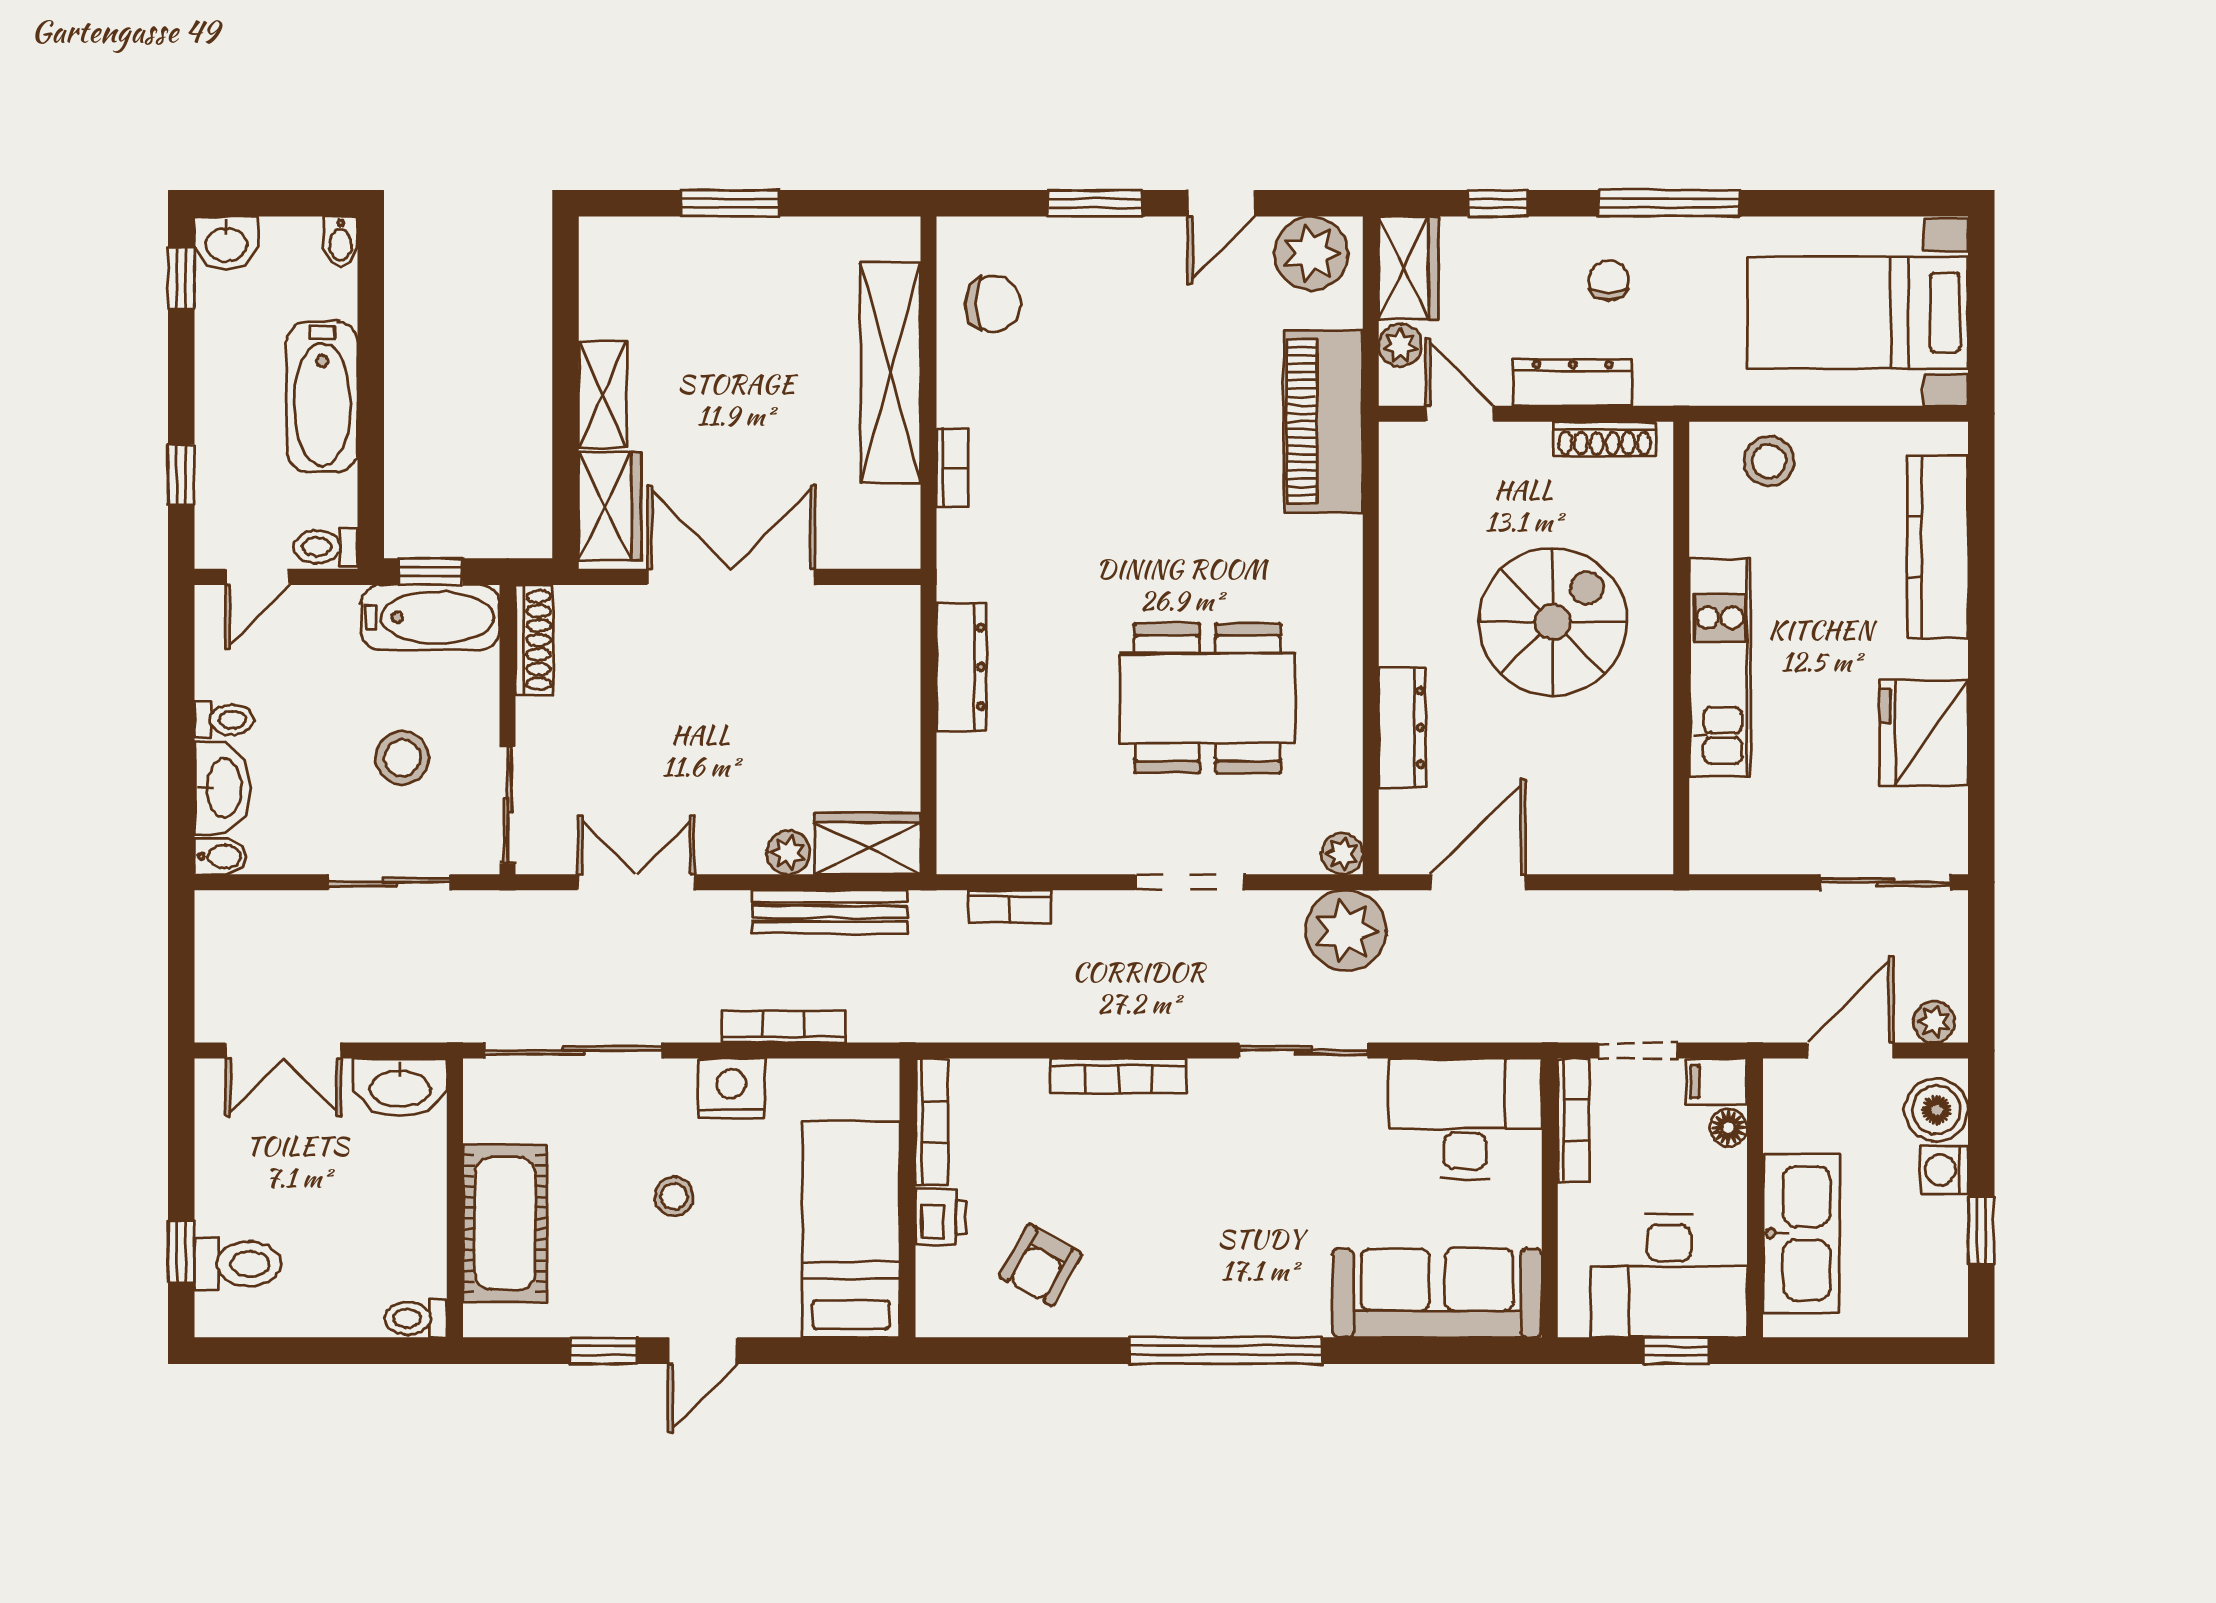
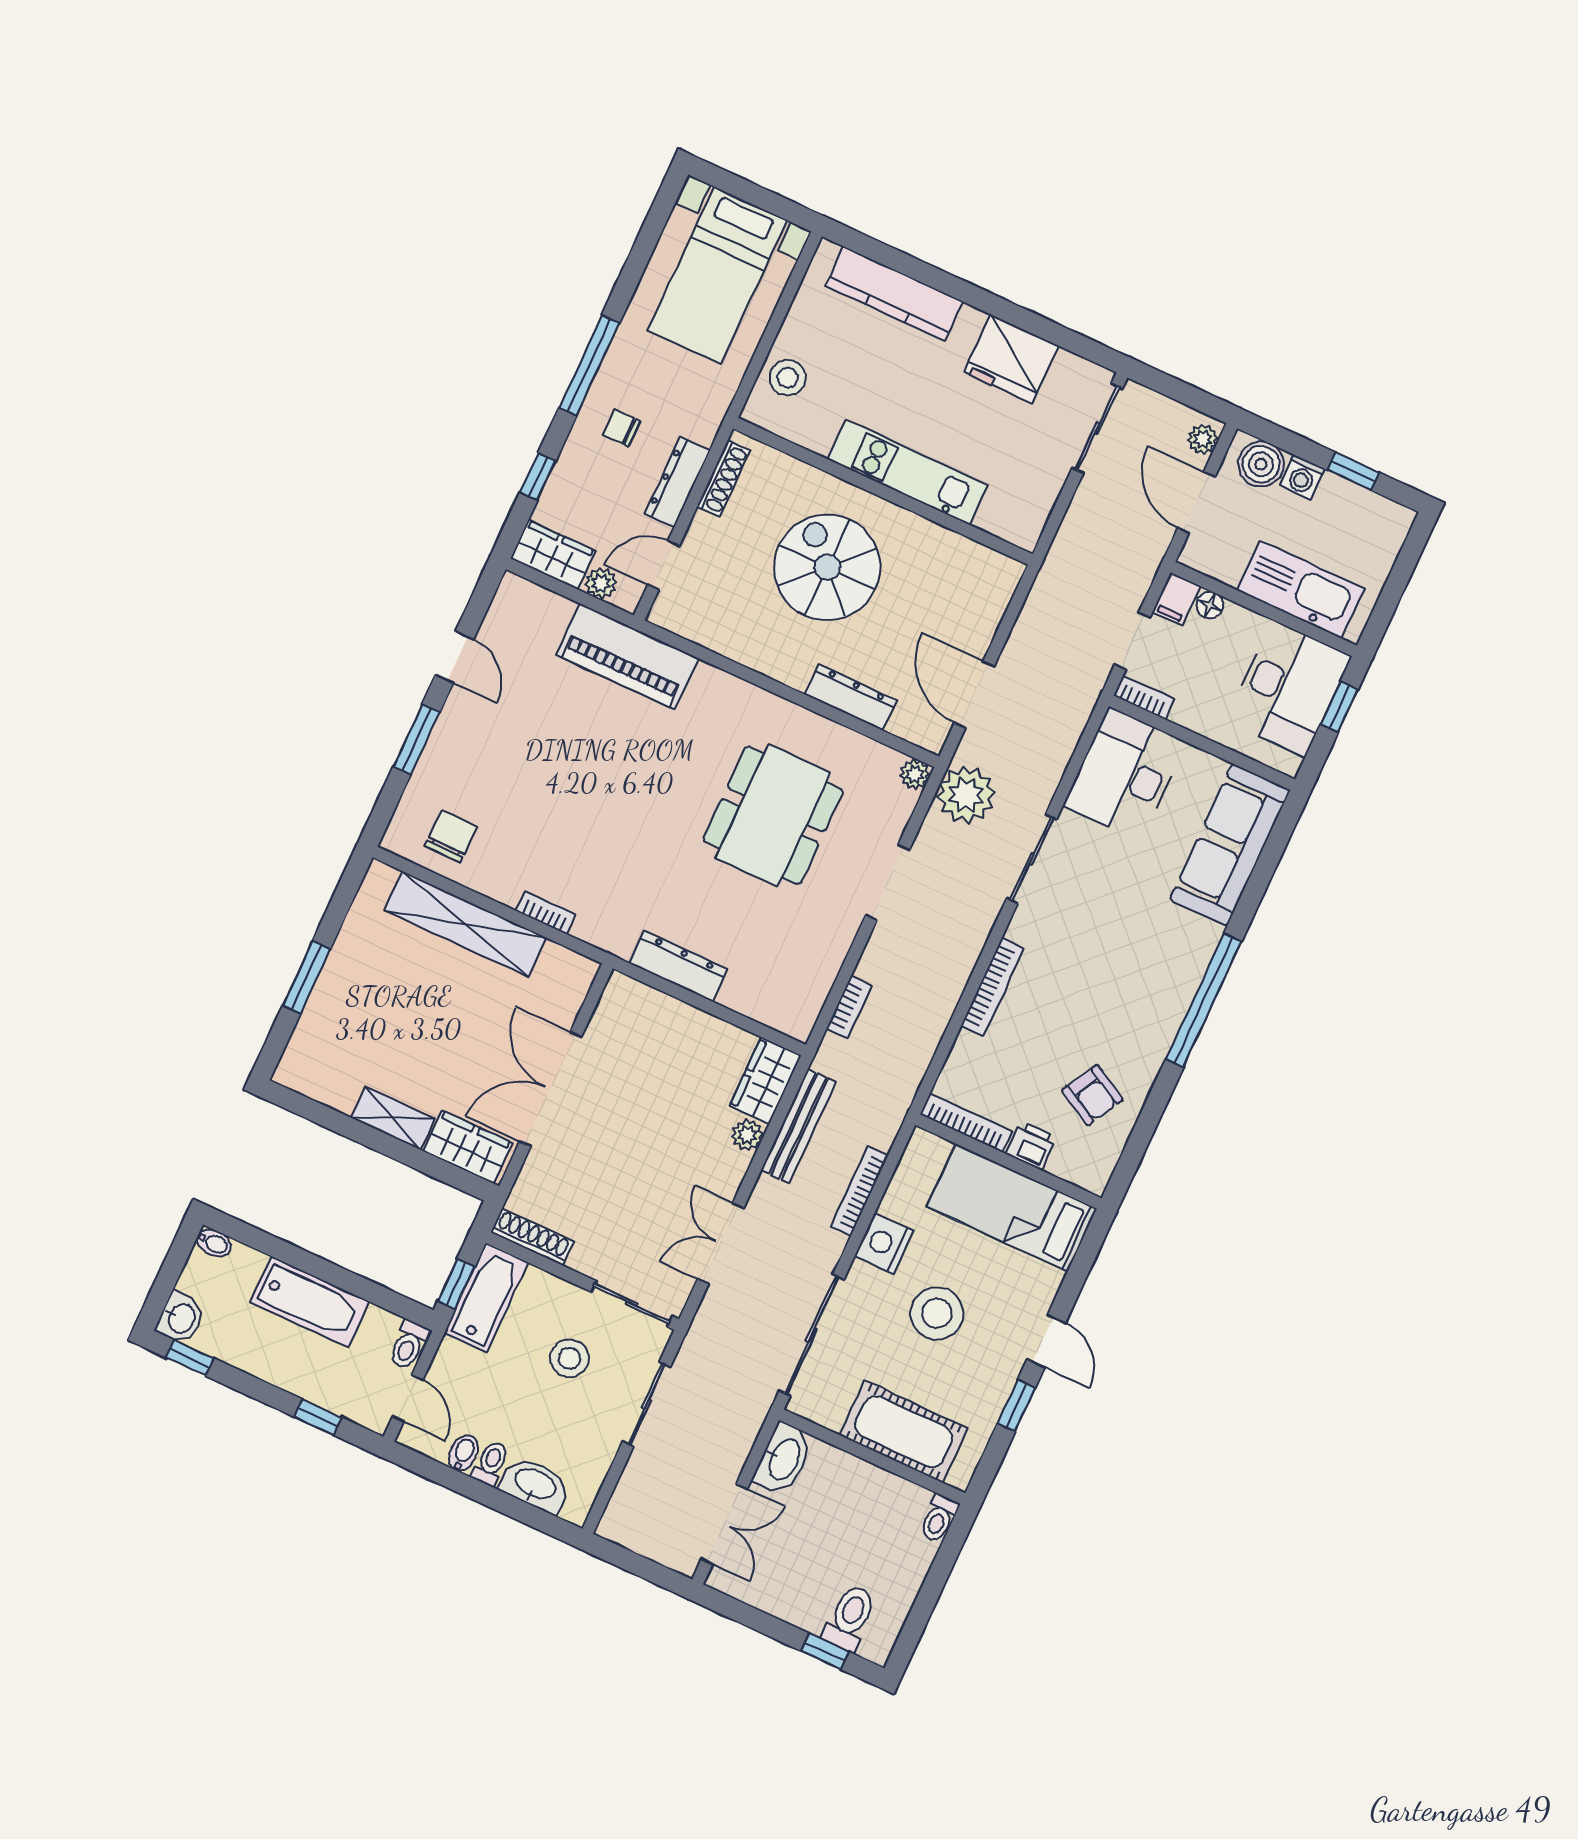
plant: (1311, 253) -> (514, 614), removed
bidet: (221, 856) -> (464, 1453), moved
bookcase: (1573, 1120) -> (1144, 697), width x0.64
stool: (674, 1196) -> (937, 1313), width x1.89, depth x1.89

